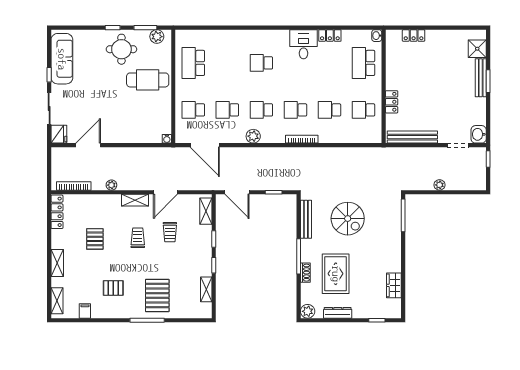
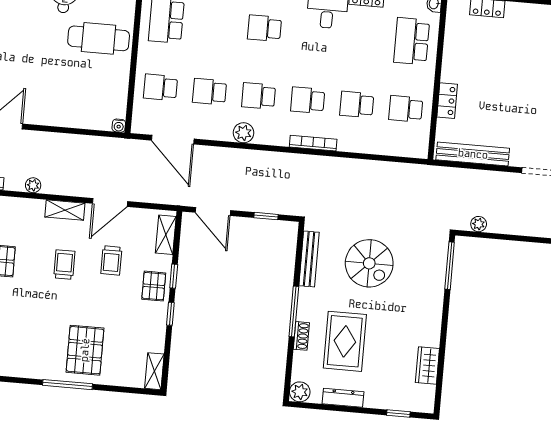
plant: (440, 185) -> (479, 224), moved
pallet: (113, 288) -> (154, 286), moved, turned 90
shelving: (206, 289) -> (154, 371), moved

